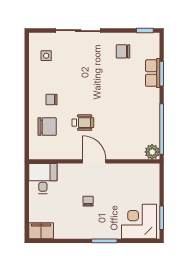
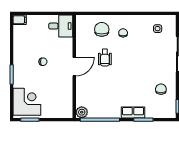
row of seats: (153, 73) -> (133, 113), moved
chair: (47, 127) -> (102, 29), turned 180
filing cabinet: (41, 231) -> (20, 20), width x0.50

